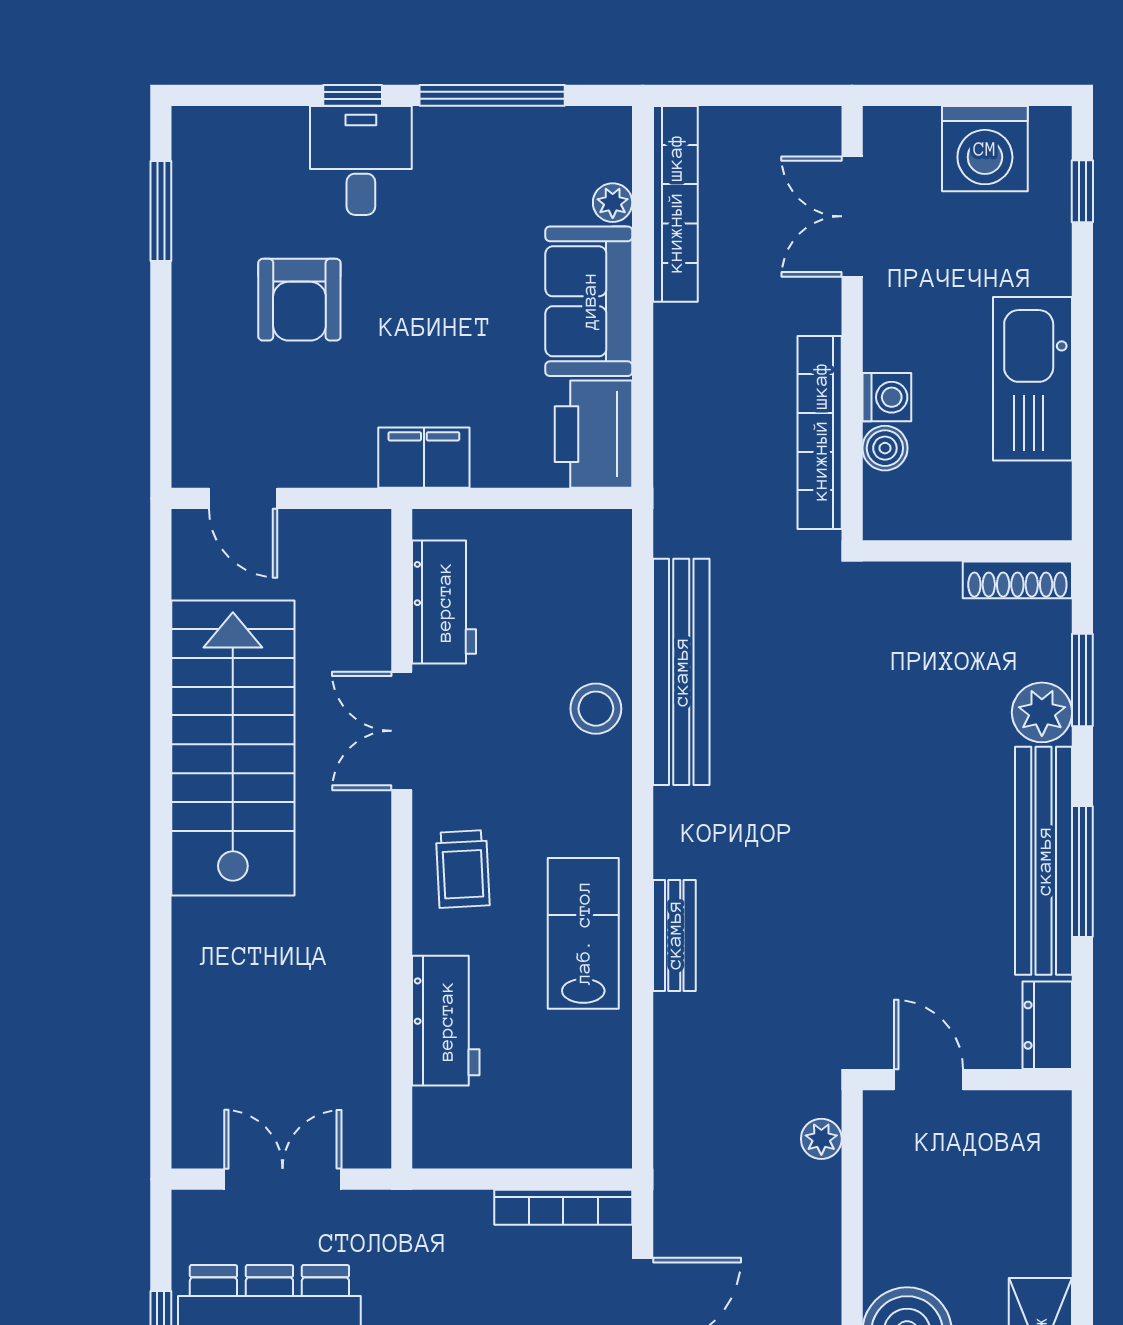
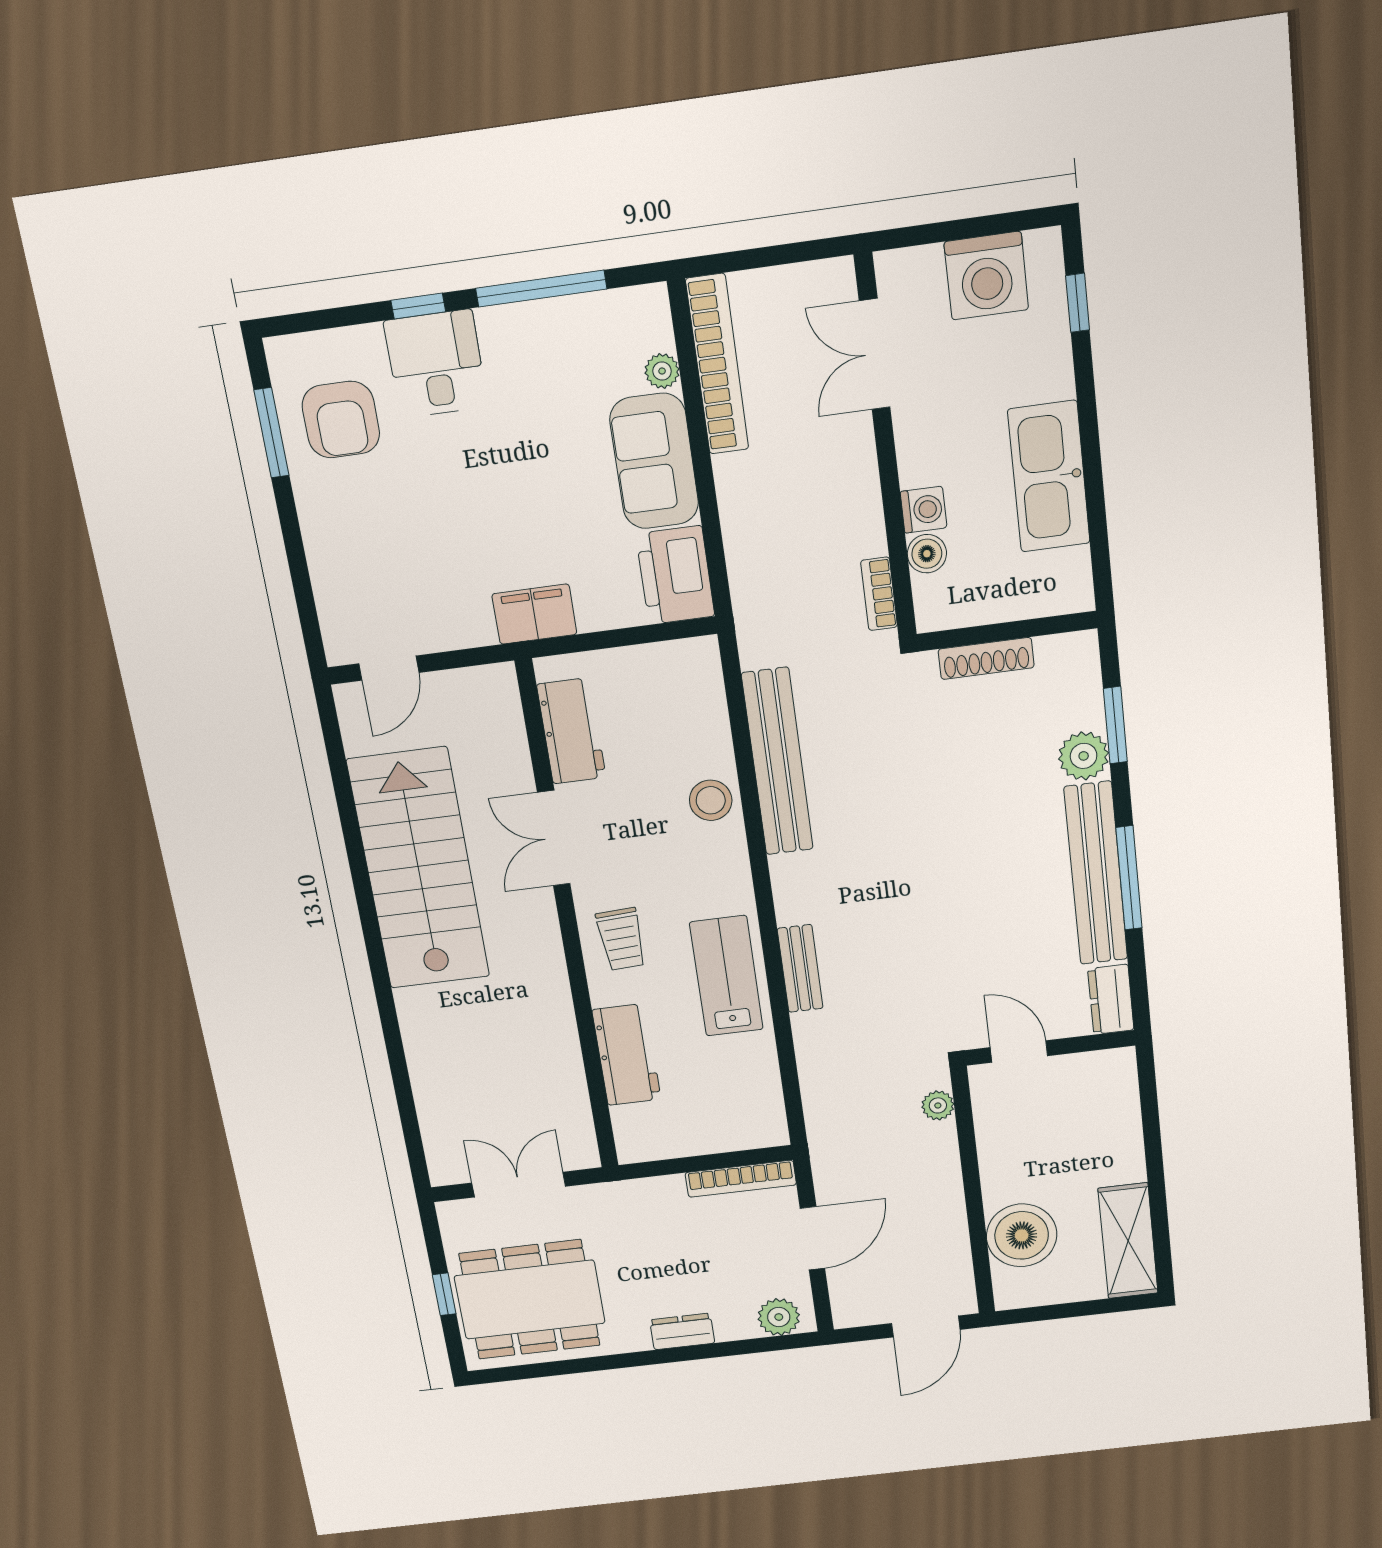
armchair: (299, 300) -> (341, 420), moved
bookcase: (820, 432) -> (879, 594), width x0.43, depth x0.76
door: (243, 498) -> (389, 668), hinge flipped
shoe rack: (1017, 580) -> (986, 658), moved

